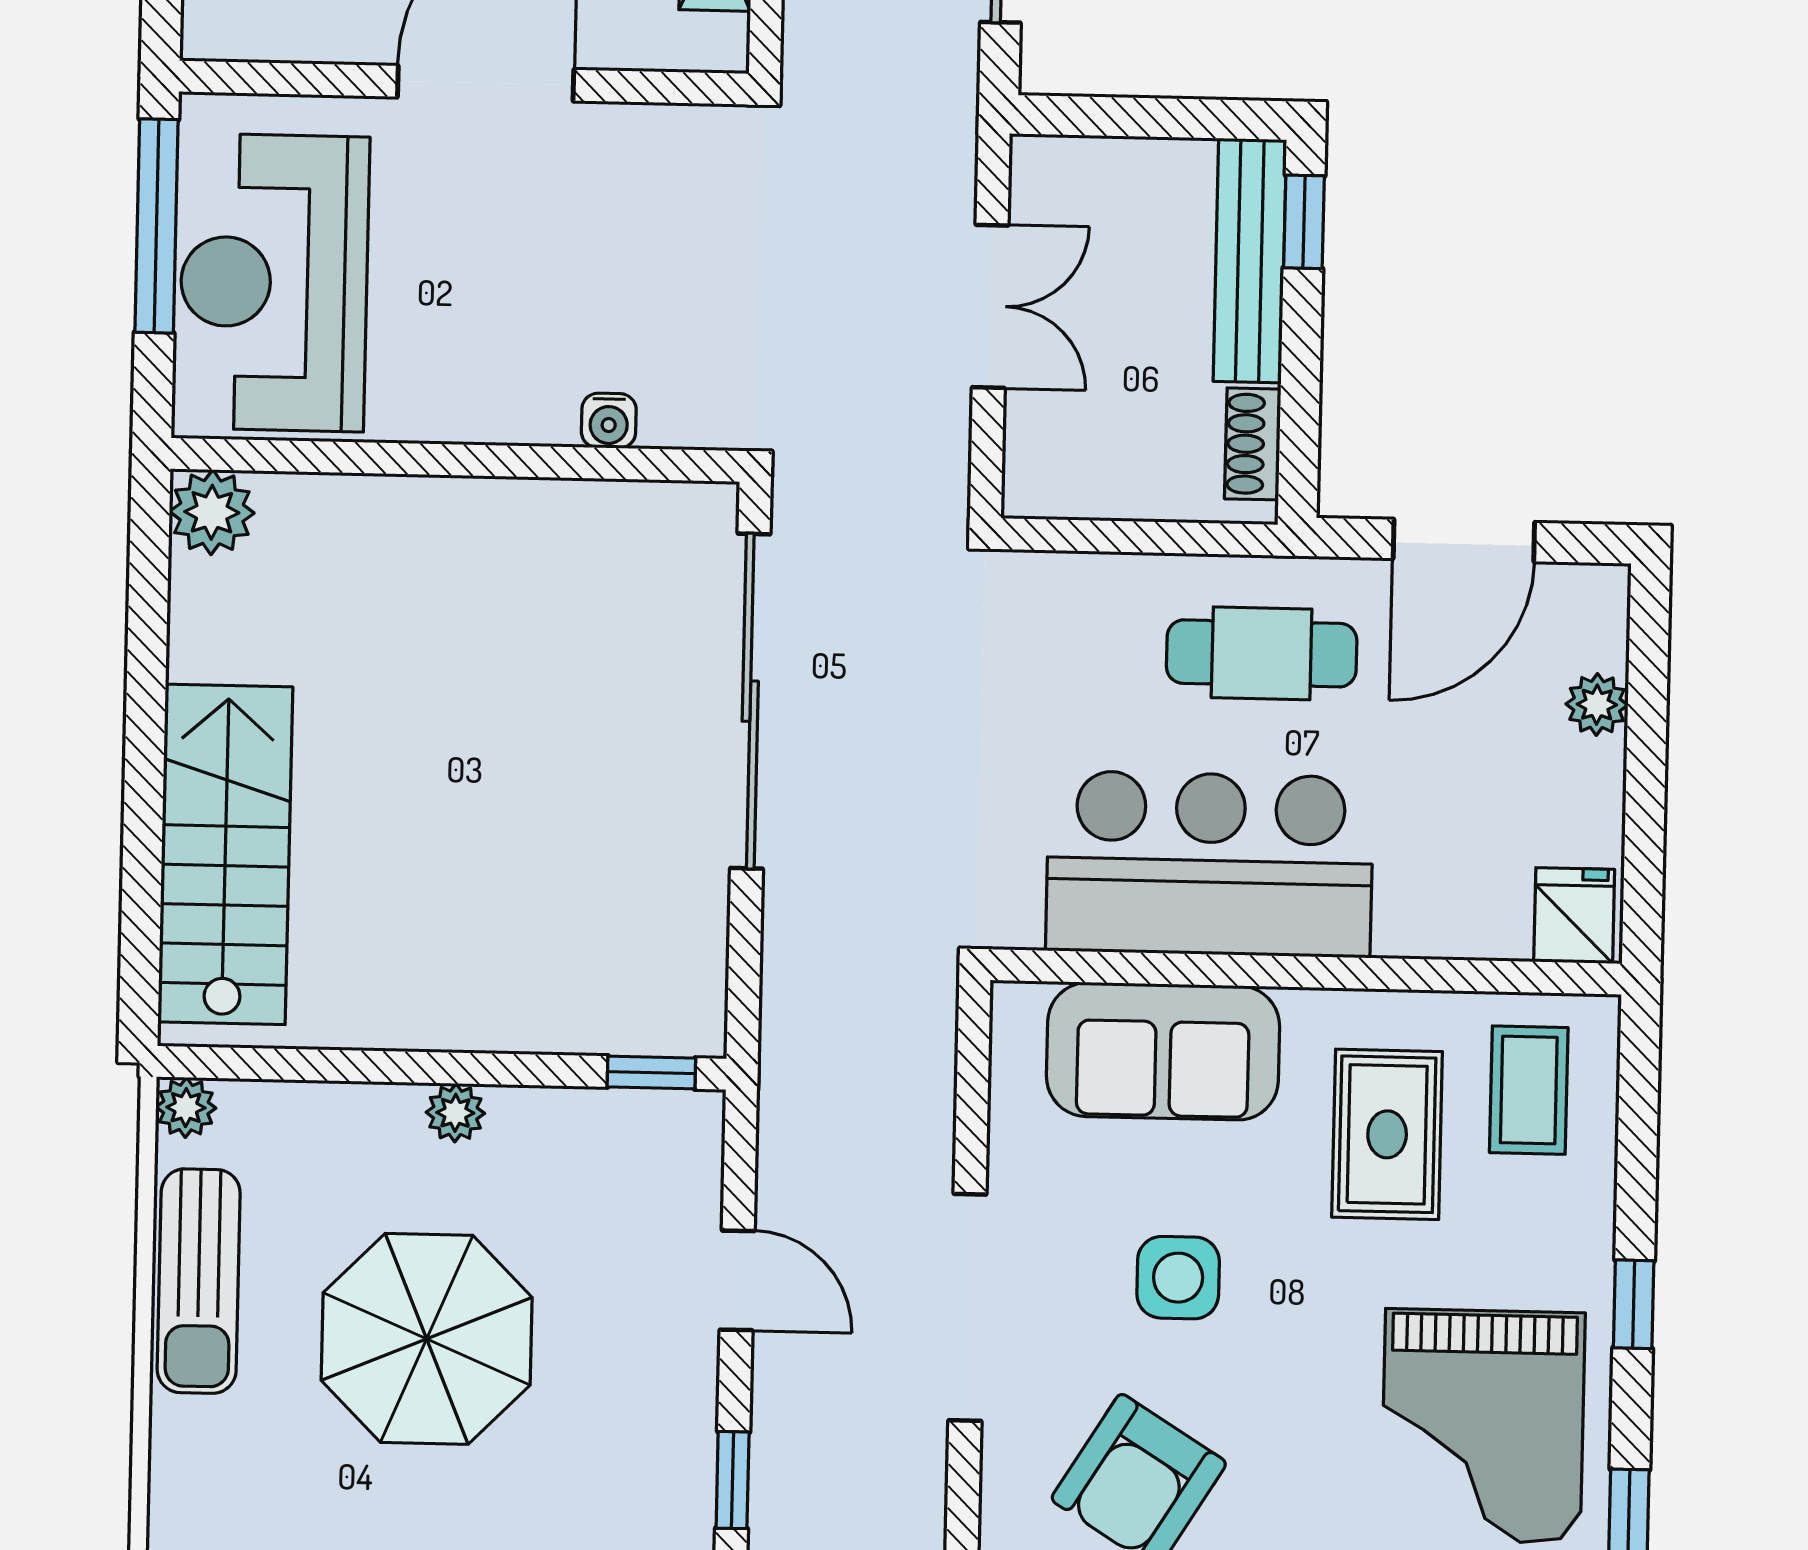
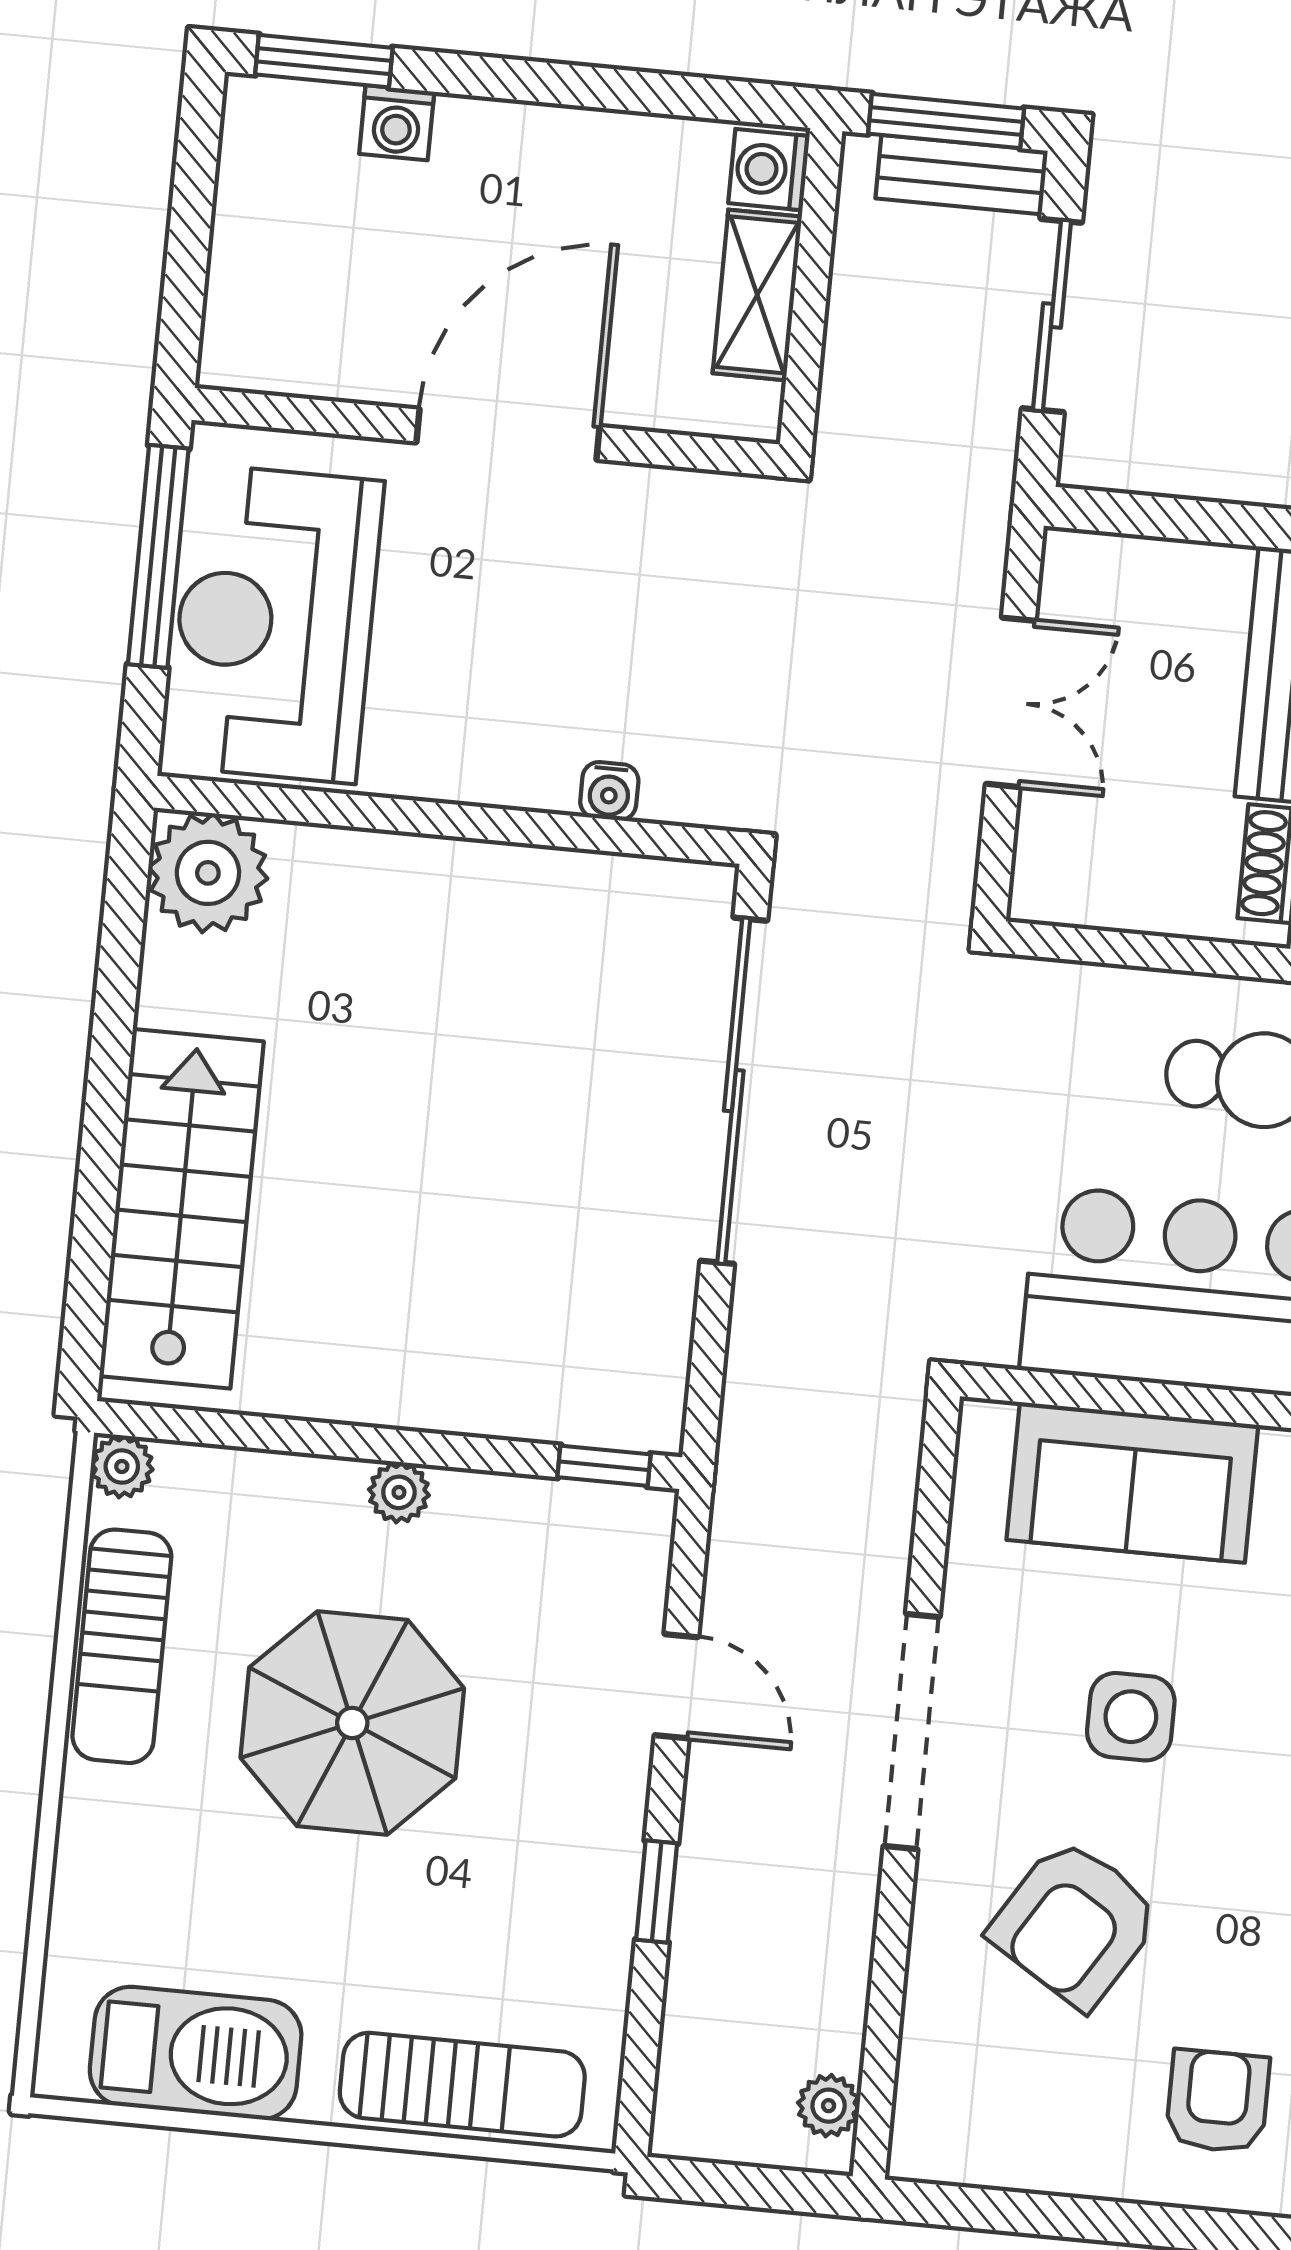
plant: (212, 512) -> (208, 873), width x1.36, depth x1.36

